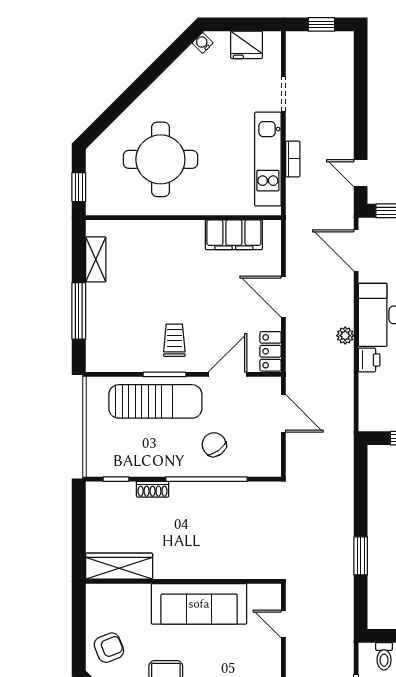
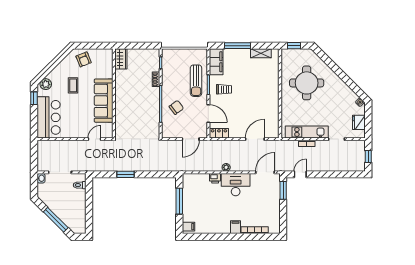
filing cabinet: (234, 235) -> (216, 62), moved, turned 180
door: (283, 297) -> (255, 139), moved
sun lounger: (155, 401) -> (196, 81), width x0.73, depth x0.75
wardrobe: (119, 566) -> (121, 59), width x0.67

